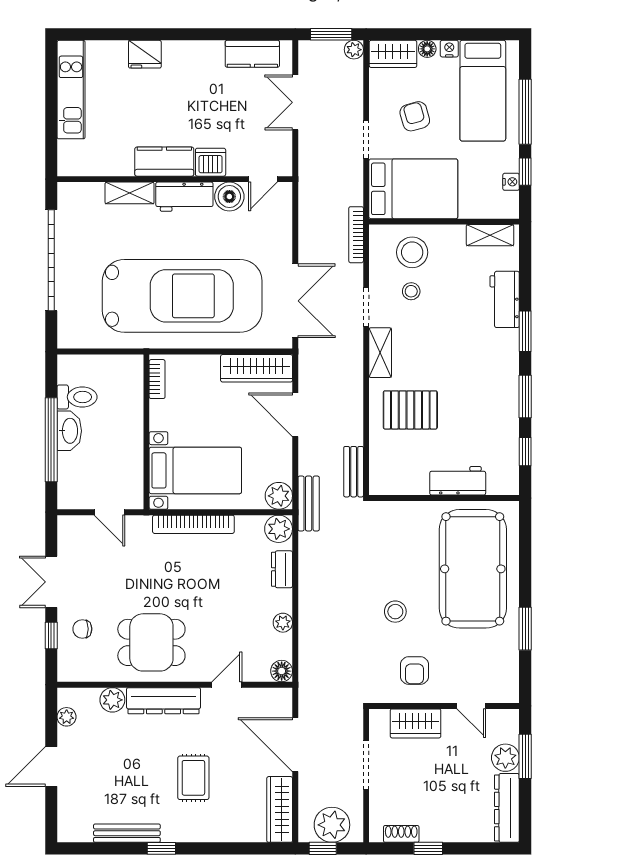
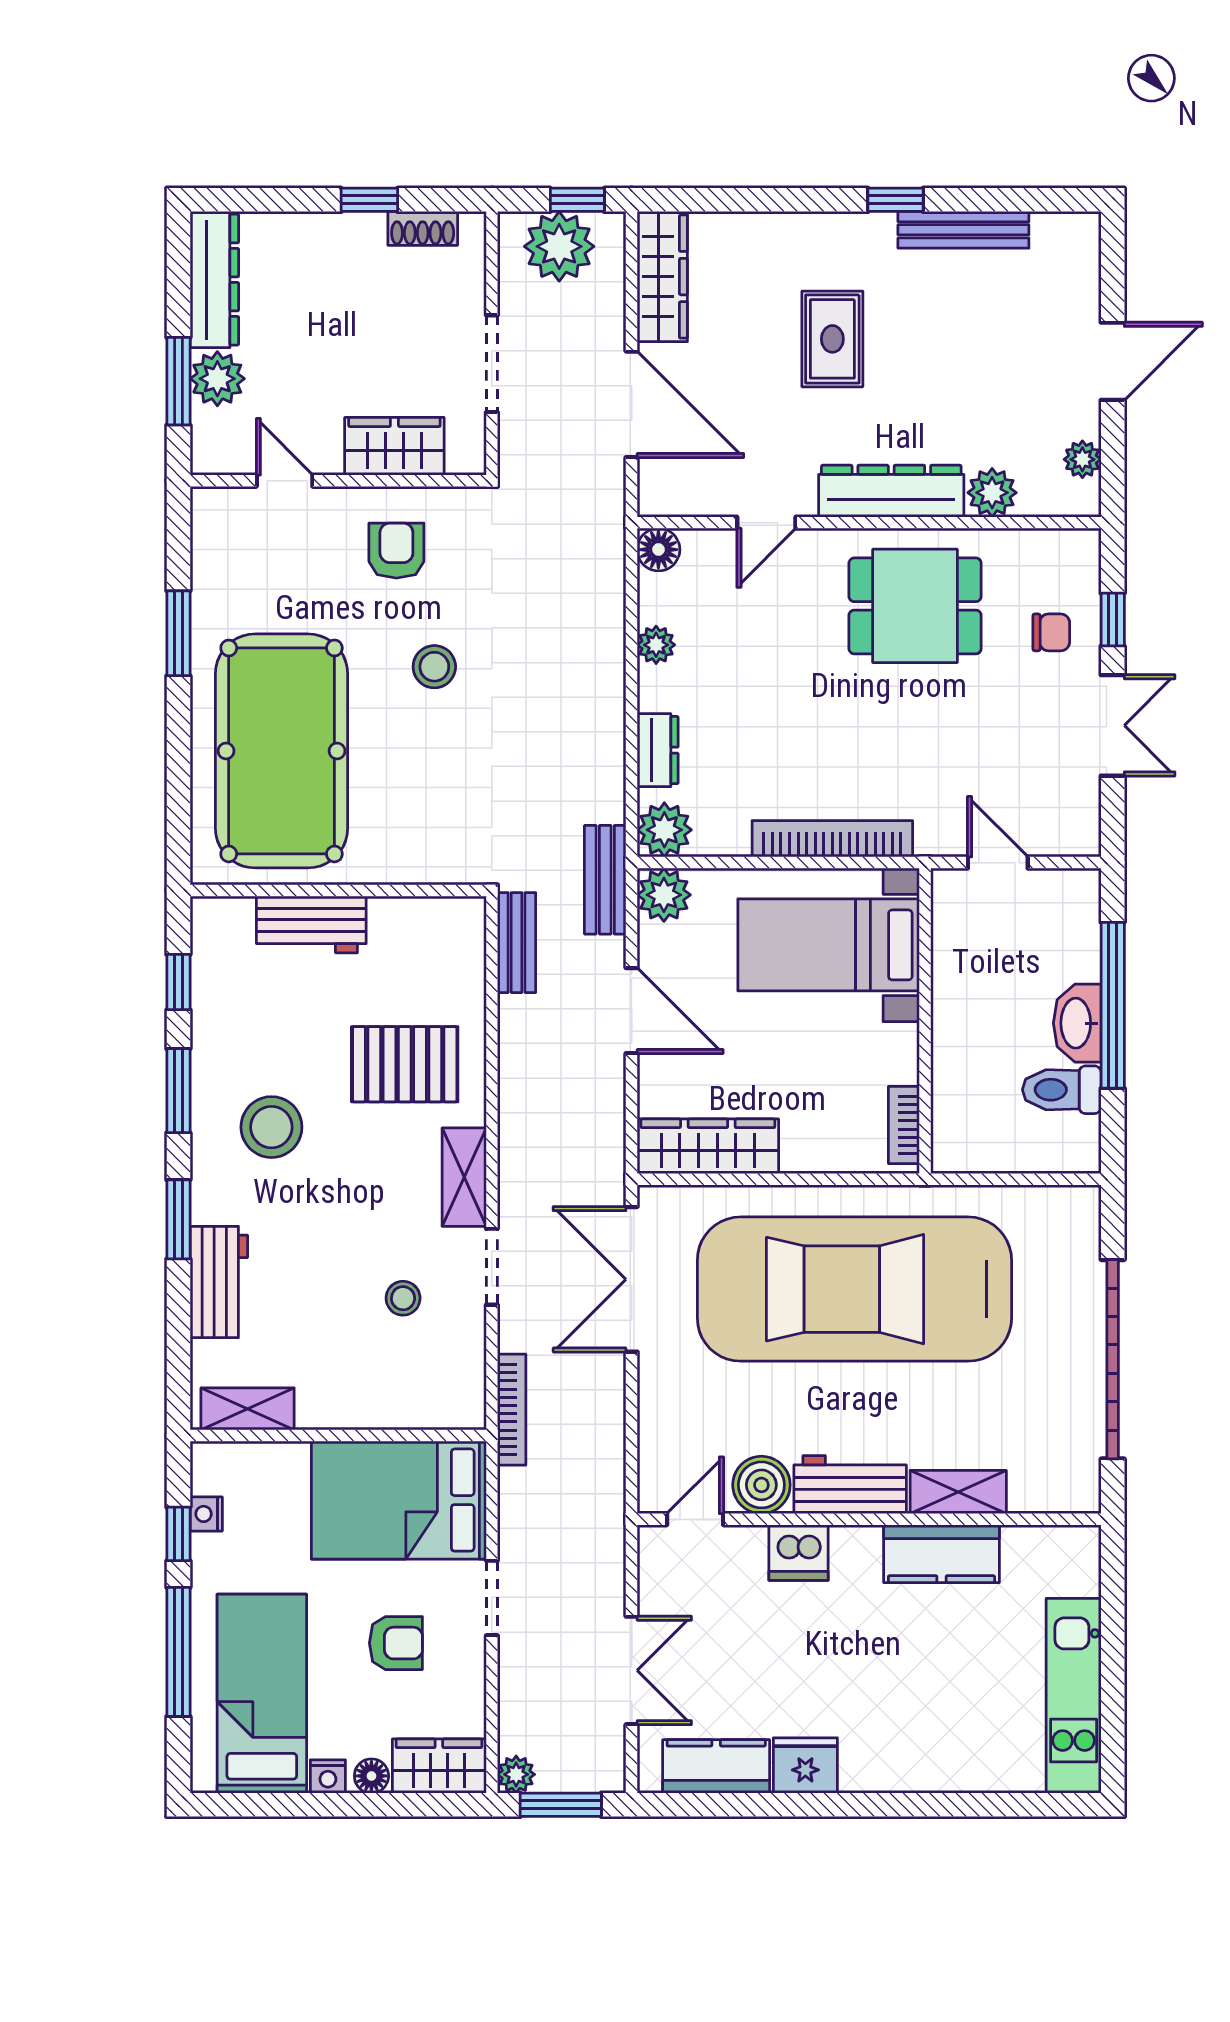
fridge: (145, 54) -> (805, 1765), moved
armchair: (415, 116) -> (396, 1643), turned -74
kitchen counter: (164, 162) -> (942, 1554), moved
stool: (412, 252) -> (271, 1127), moved
door: (295, 415) -> (632, 1011), moved

